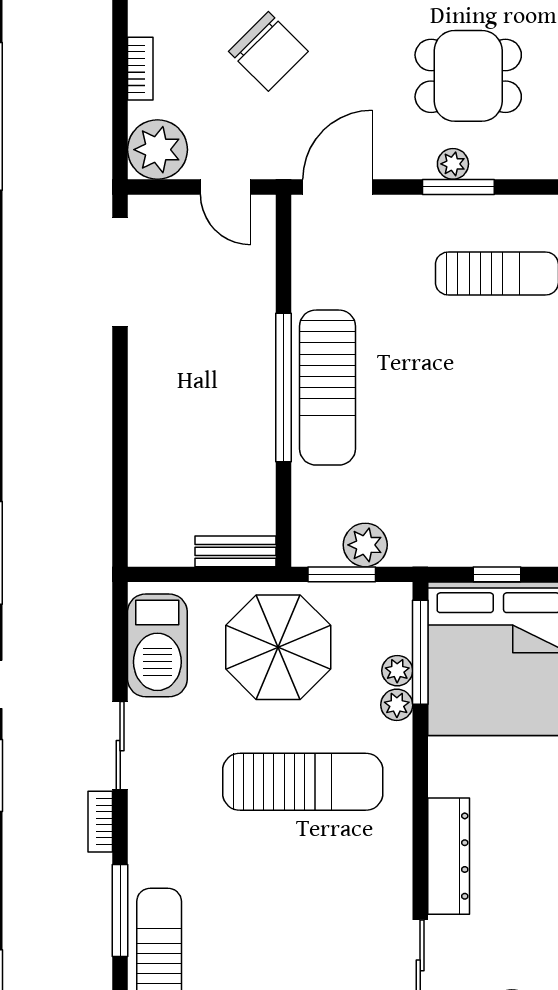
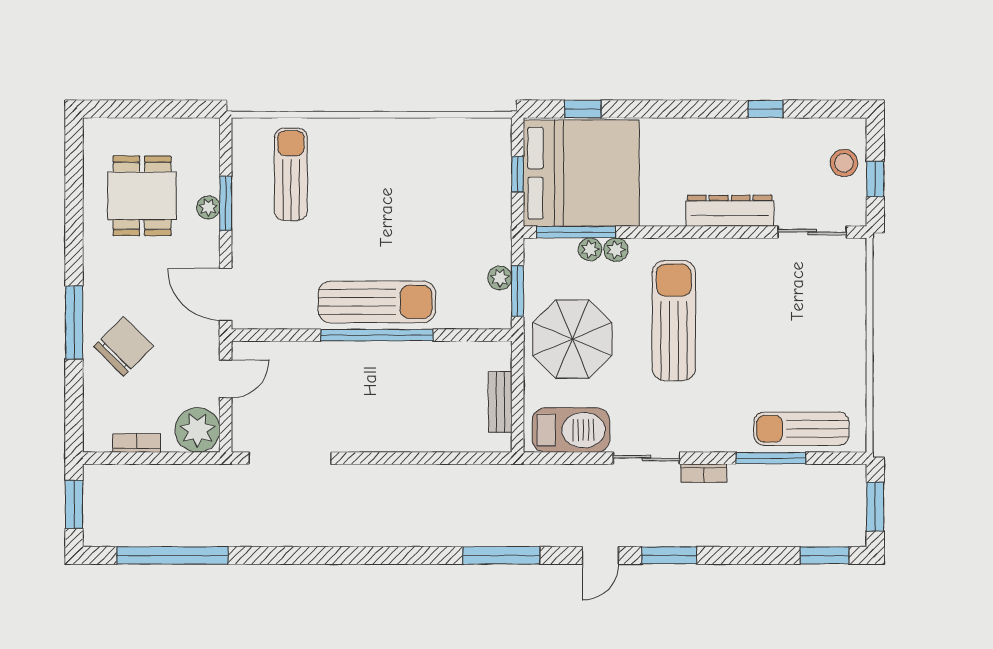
plant: (365, 545) -> (500, 278), width x0.73, depth x0.73
bench: (235, 551) -> (500, 402), moved

